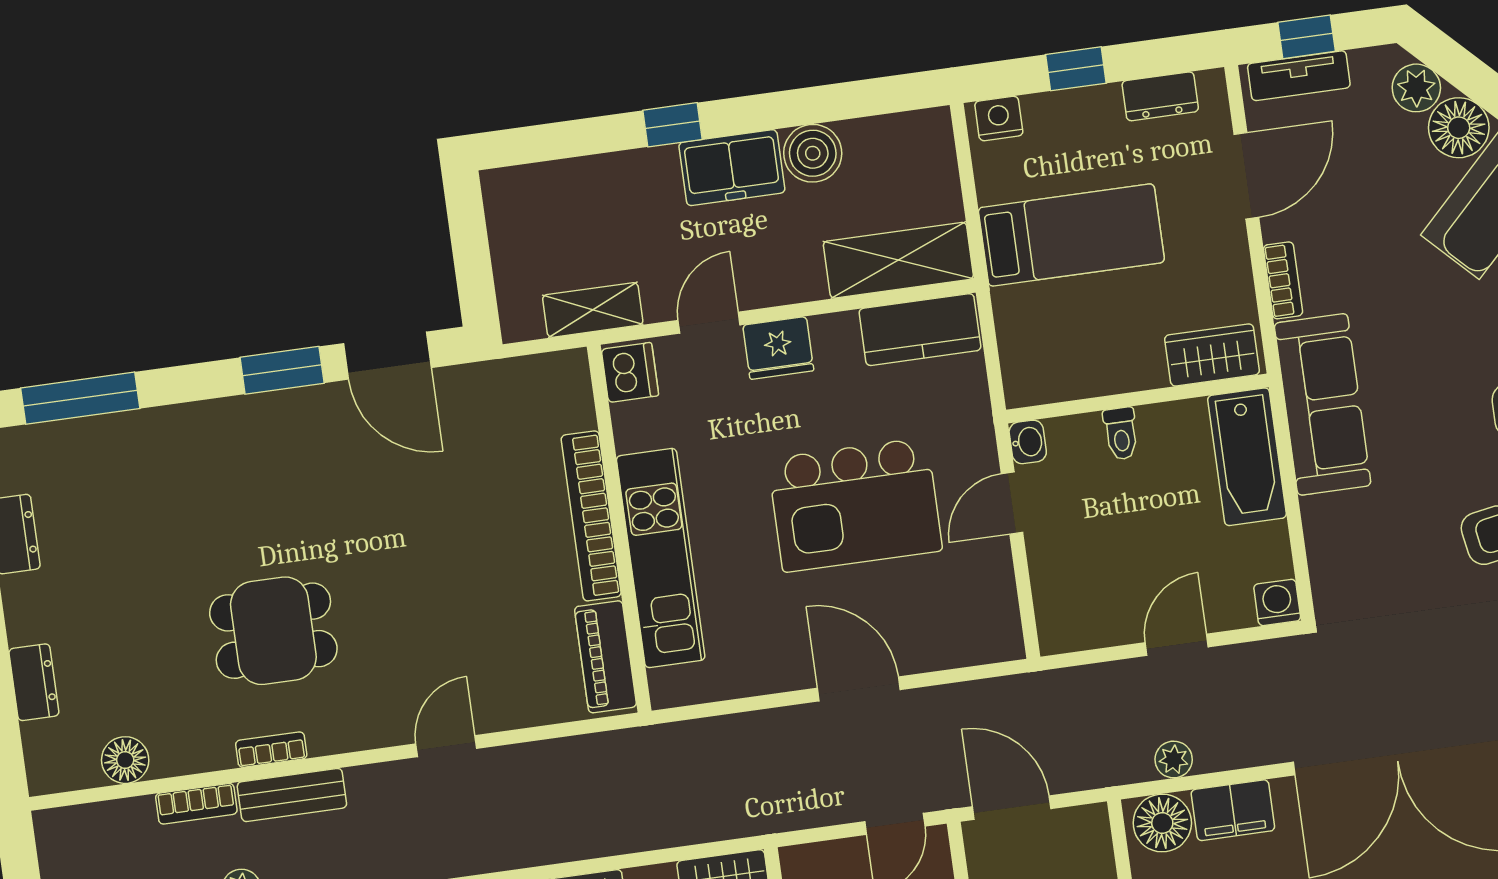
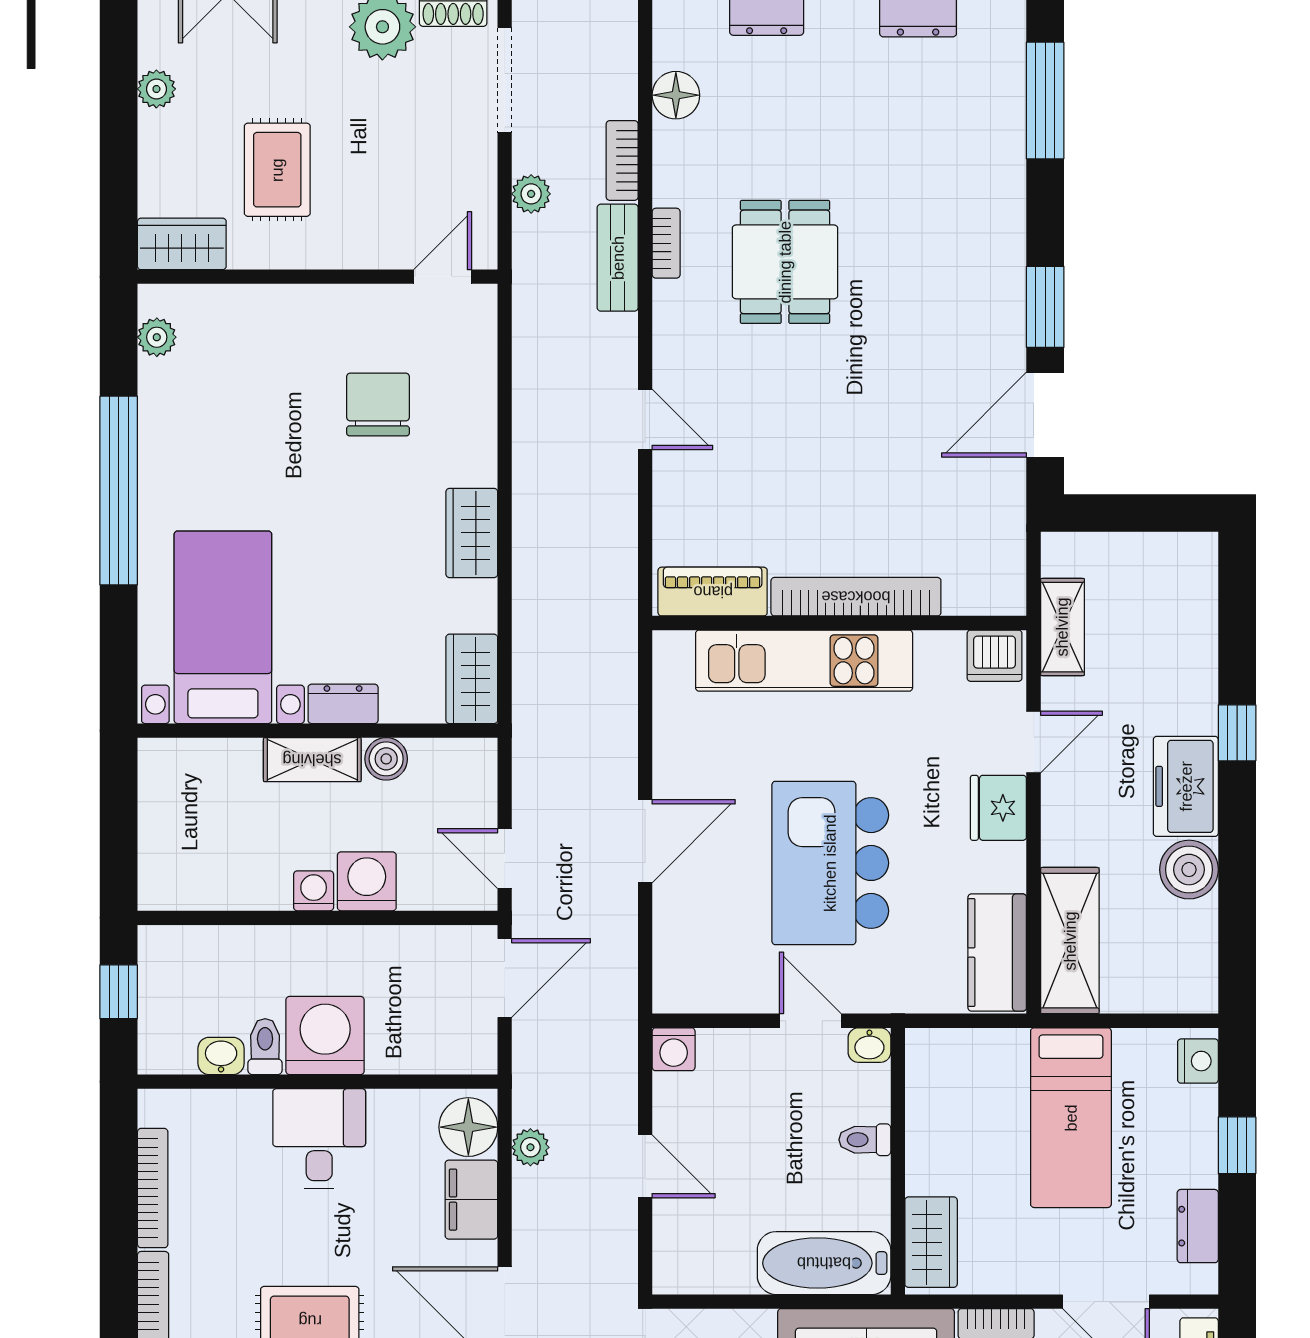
door: (709, 323) -> (1034, 742), hinge flipped
washing machine: (1277, 602) -> (674, 1049), moved, turned 90

